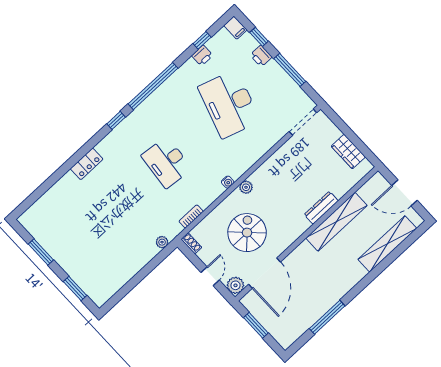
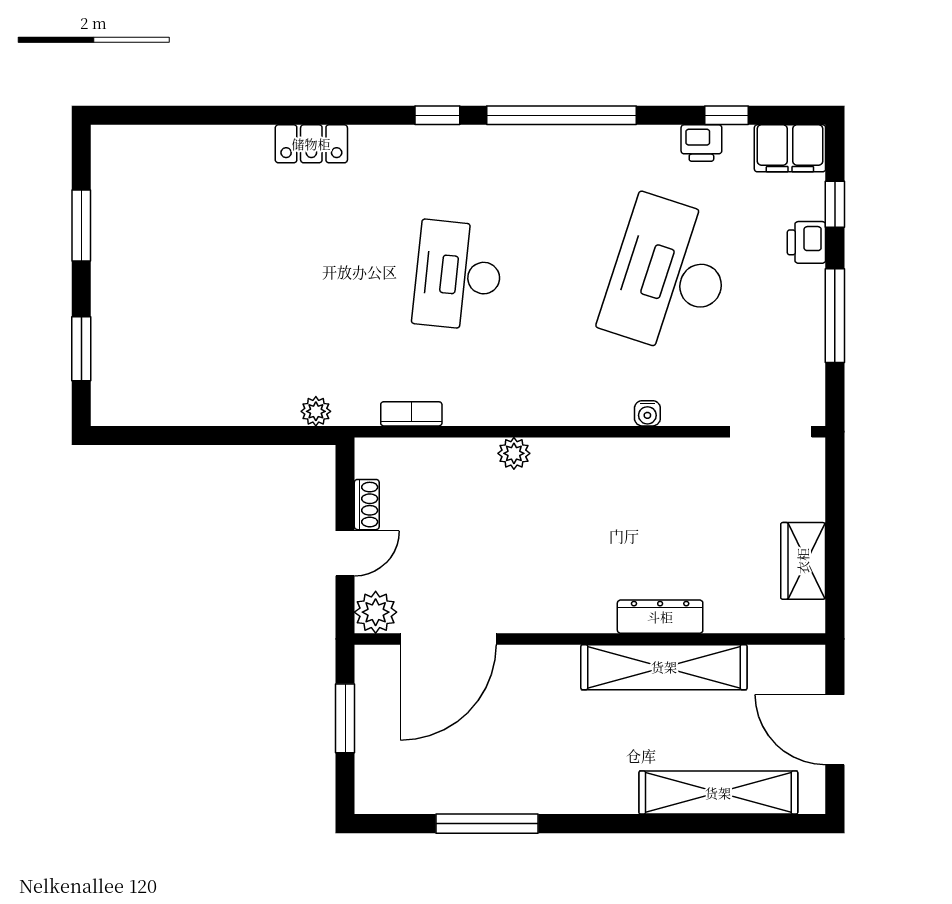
filing cabinet: (235, 28) -> (790, 148), width x2.00
water cooler: (228, 182) -> (647, 413), moved
plant: (246, 187) -> (514, 453), moved
spiral stairs: (247, 233) -> (485, 537), removed
shoe rack: (191, 243) -> (367, 505), moved

